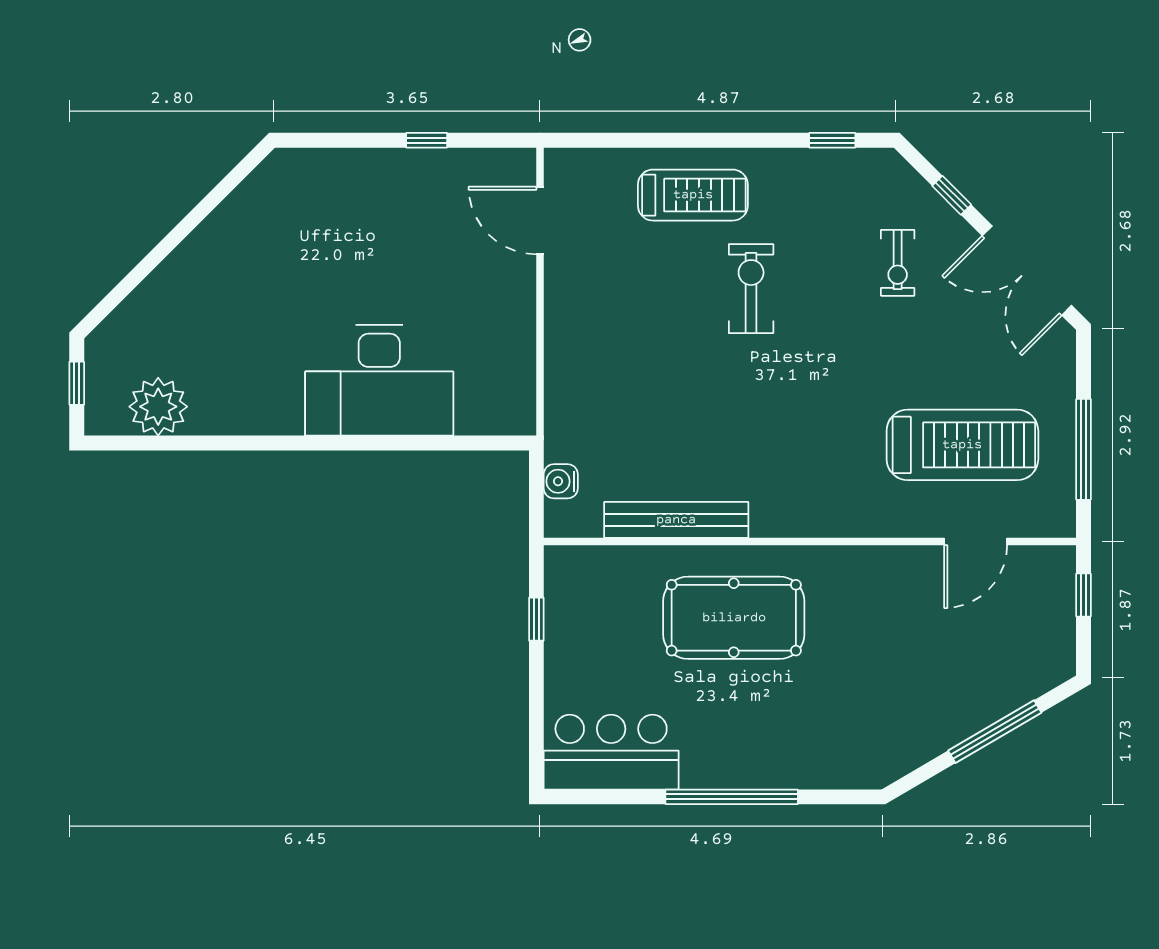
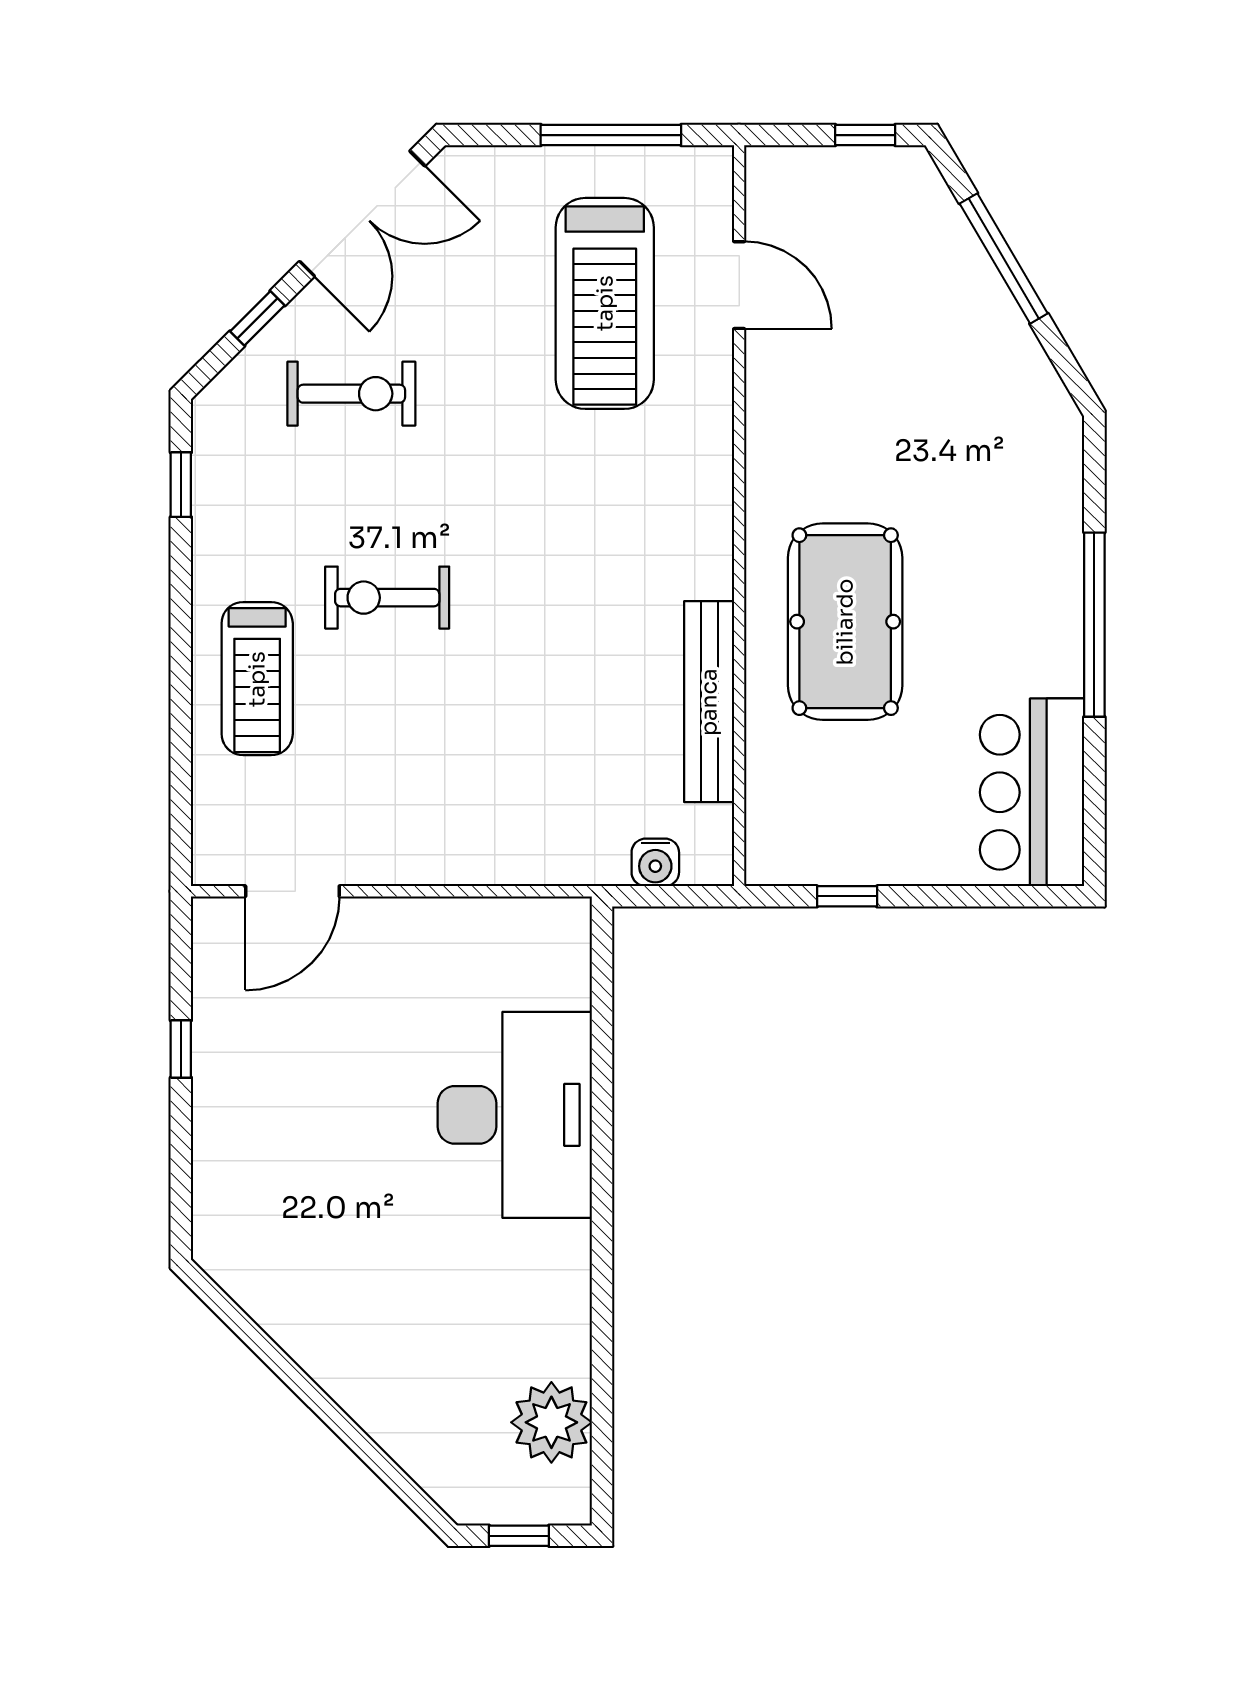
treadmill: (693, 195) -> (257, 679), turned 180
exercise bike: (898, 263) -> (351, 394), width x1.38, depth x1.39
treadmill: (962, 445) -> (605, 303), turned 180
window: (1083, 595) -> (865, 135), moved

